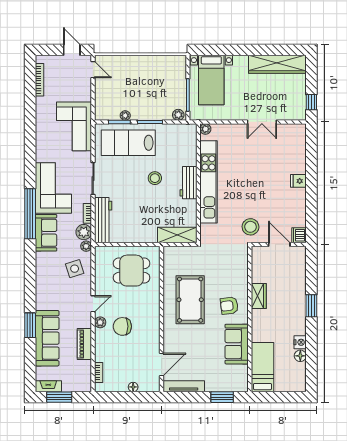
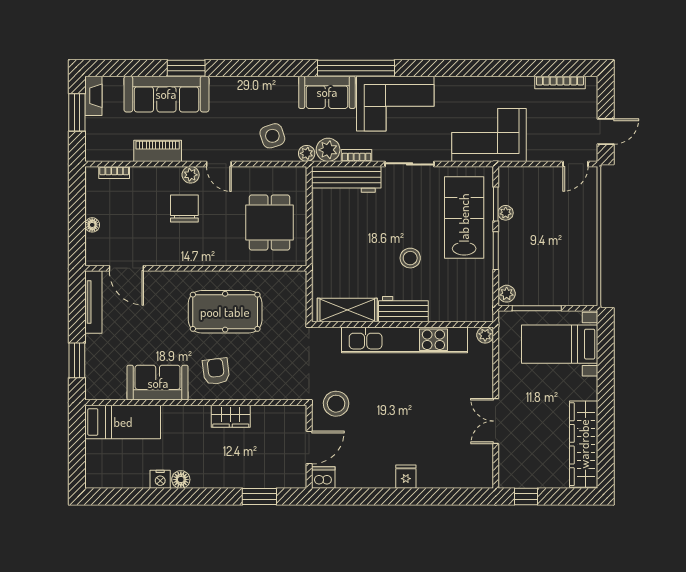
shelving: (177, 235) -> (347, 310), moved, turned 90
window: (311, 306) -> (259, 496), moved
floor lamp: (300, 356) -> (181, 480), moved

